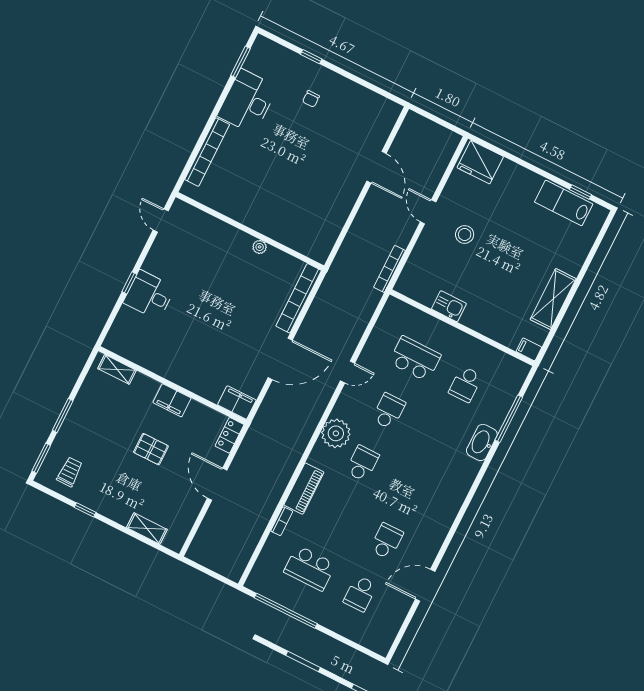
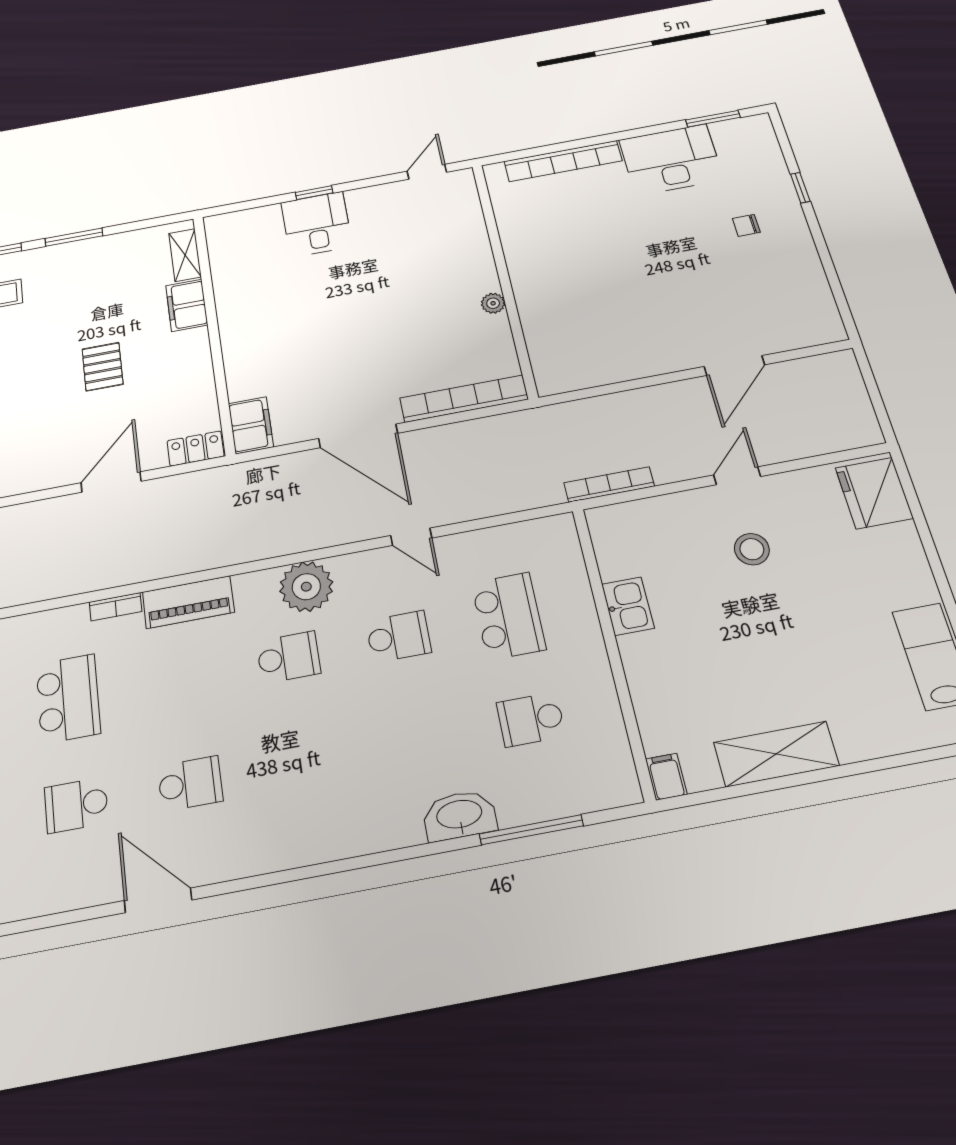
filing cabinet: (172, 400) -> (187, 305), moved
school desk: (310, 568) -> (68, 699), turned 180

